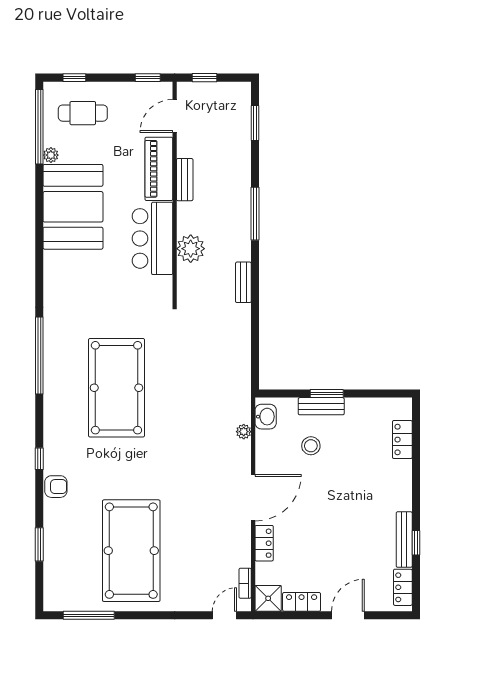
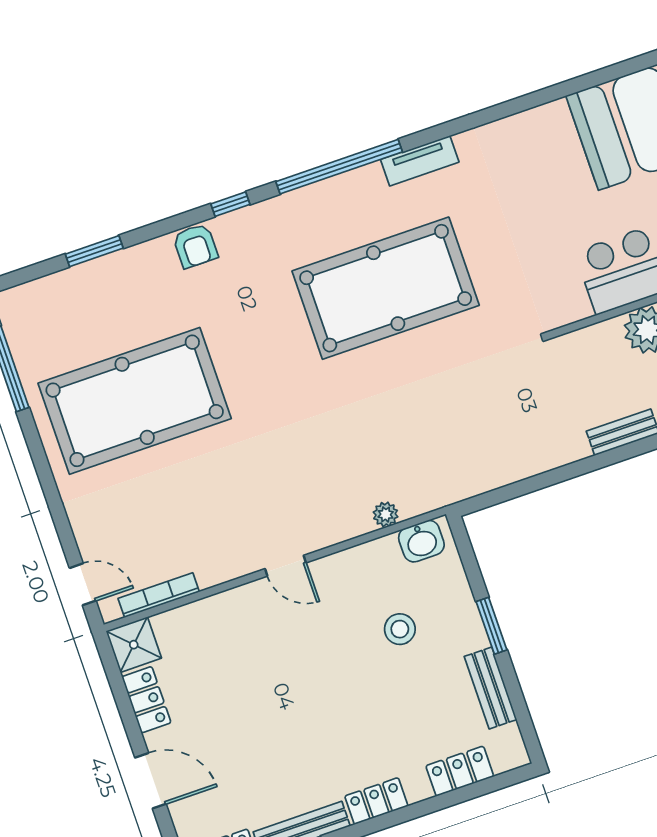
tv unit: (51, 344) -> (420, 161), added
window: (39, 356) -> (339, 167), moved
bench: (321, 406) -> (490, 688), moved
door: (253, 498) -> (286, 566), width x0.53
locker: (264, 543) -> (376, 801), moved, turned 180
bookcase: (245, 583) -> (159, 595), width x1.56

